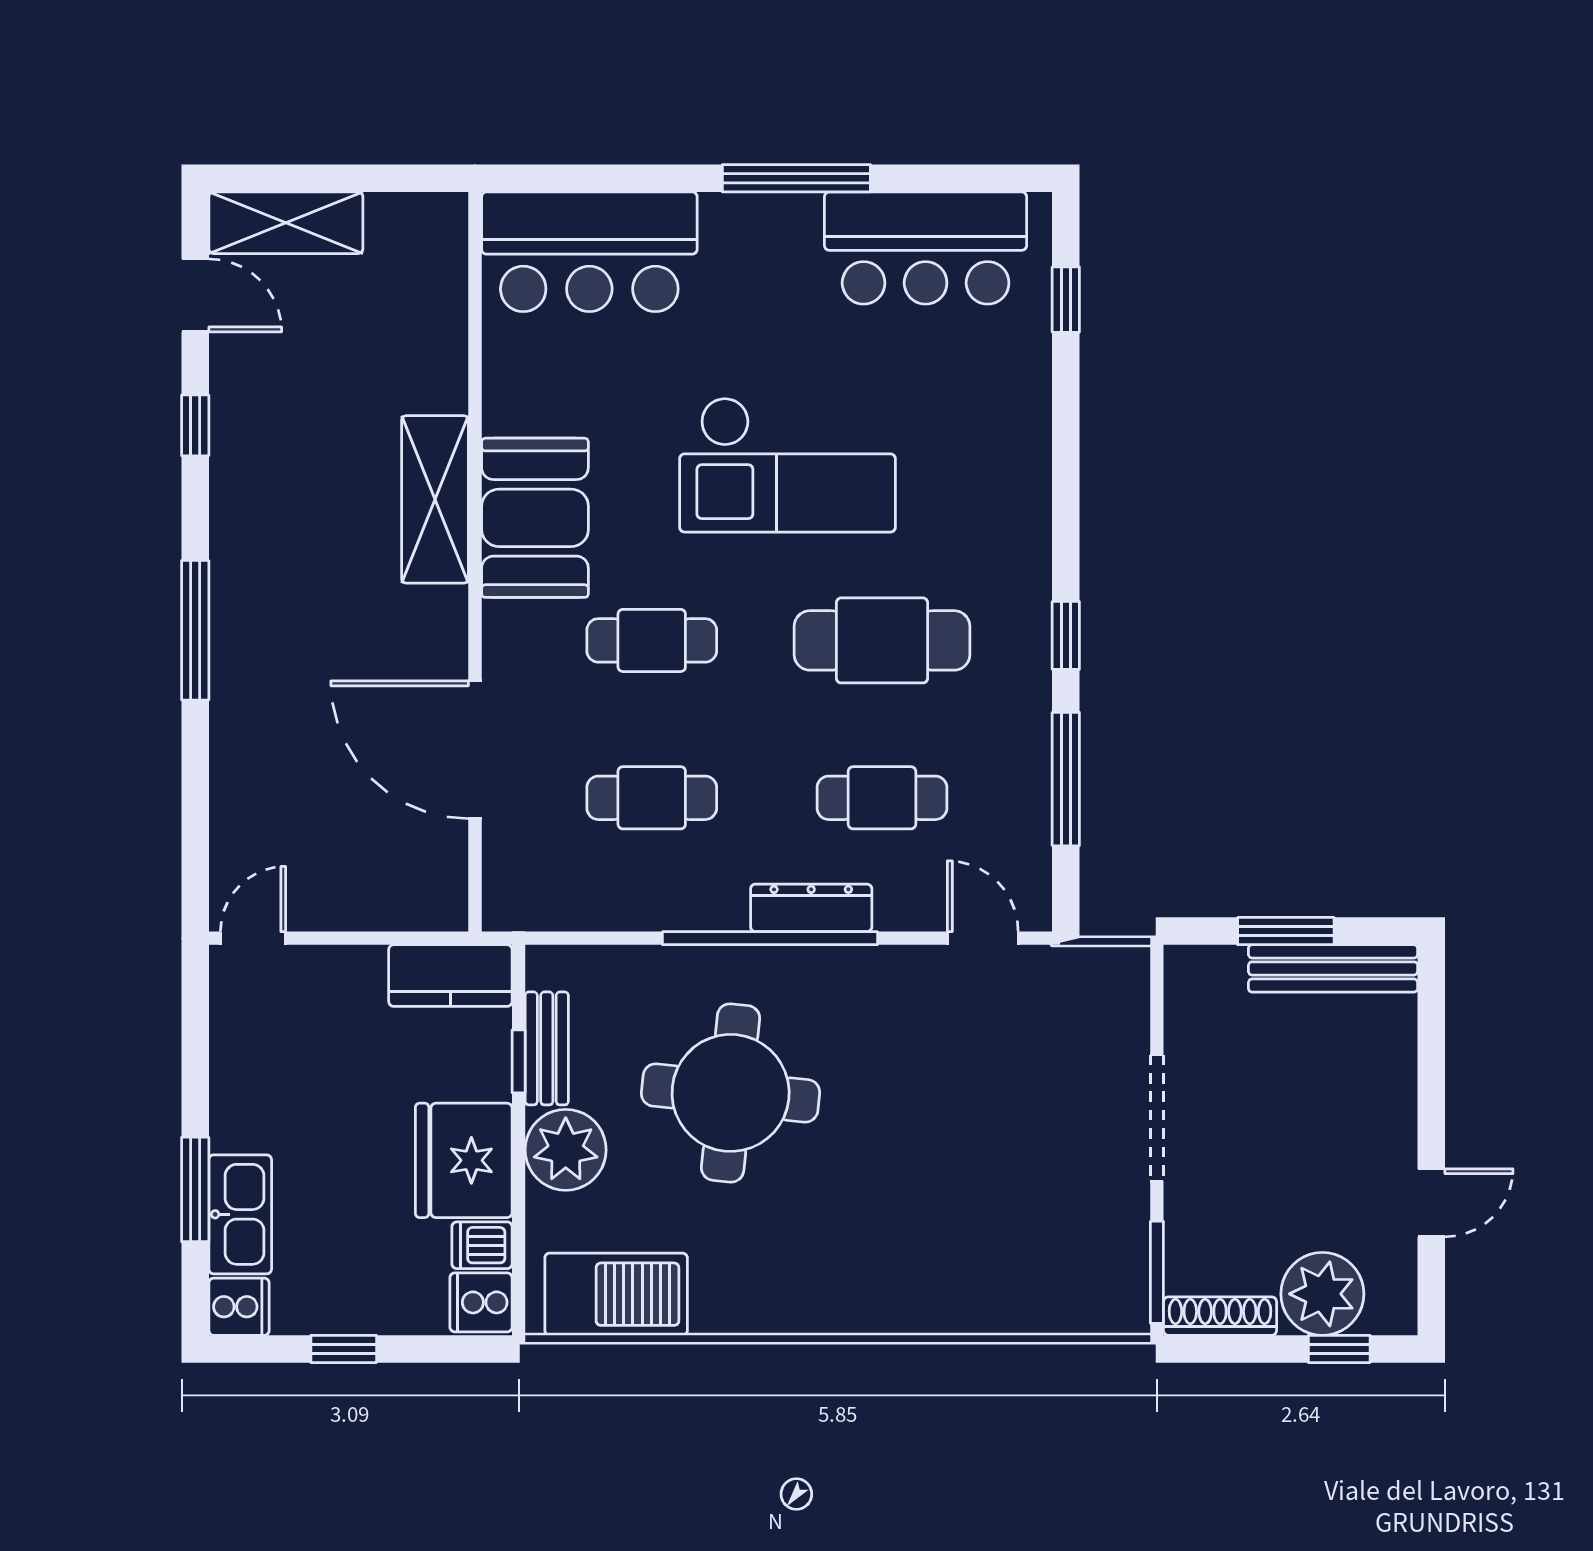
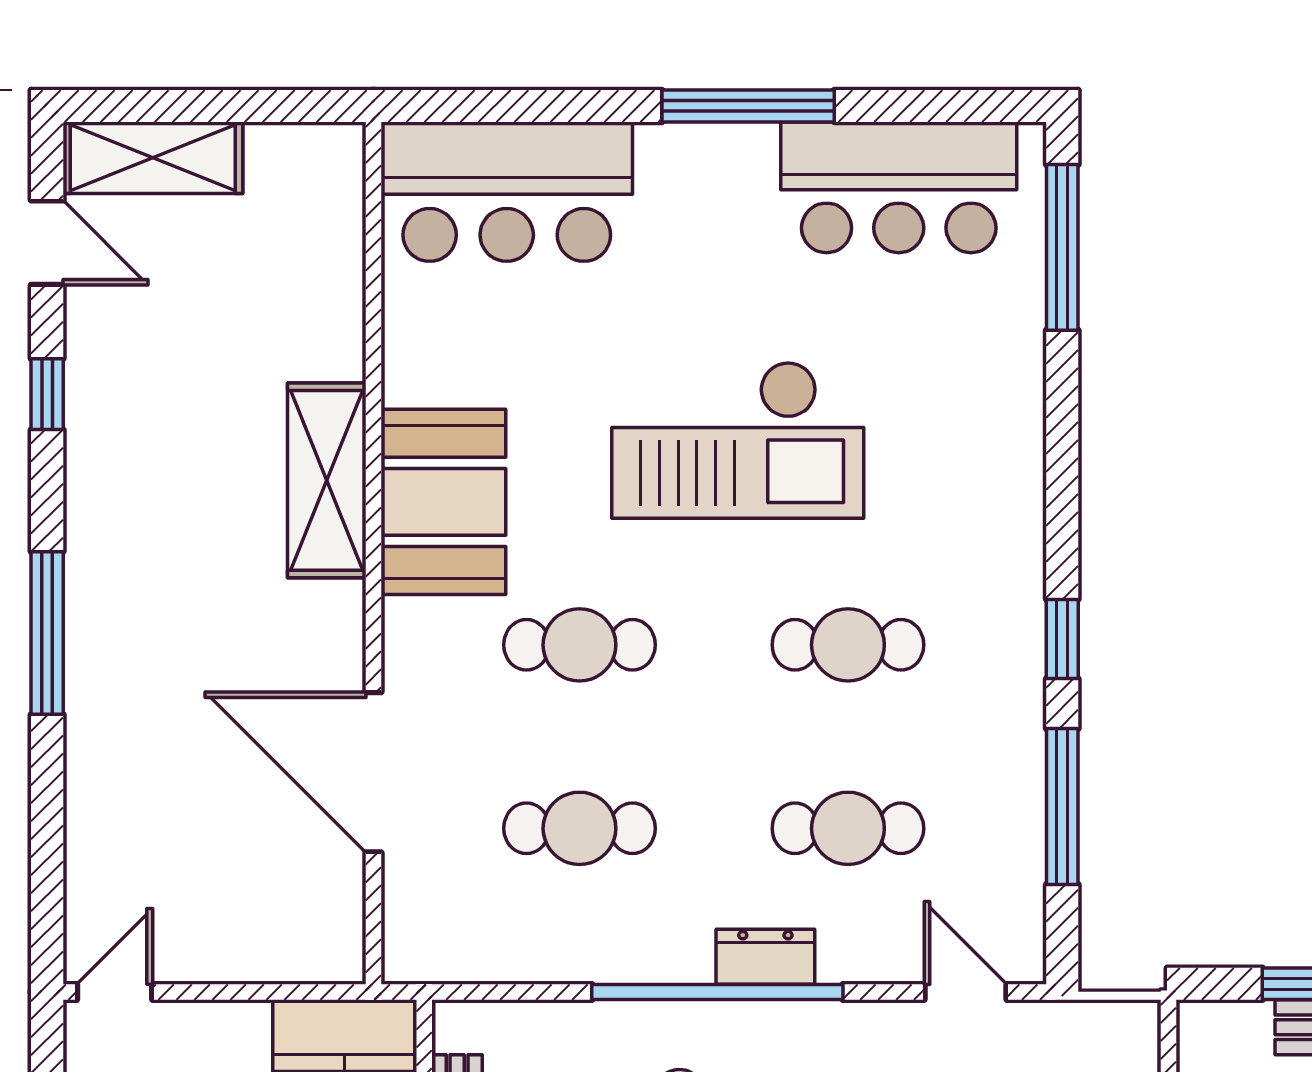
window: (1066, 300) -> (1062, 247), width x2.17
cafe table: (882, 640) -> (848, 645), width x0.73, depth x0.74
dresser: (811, 908) -> (765, 957), width x0.70

